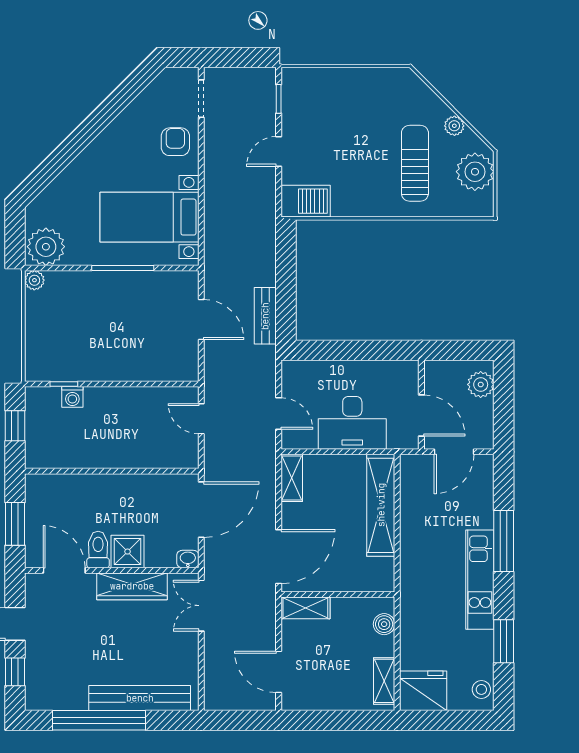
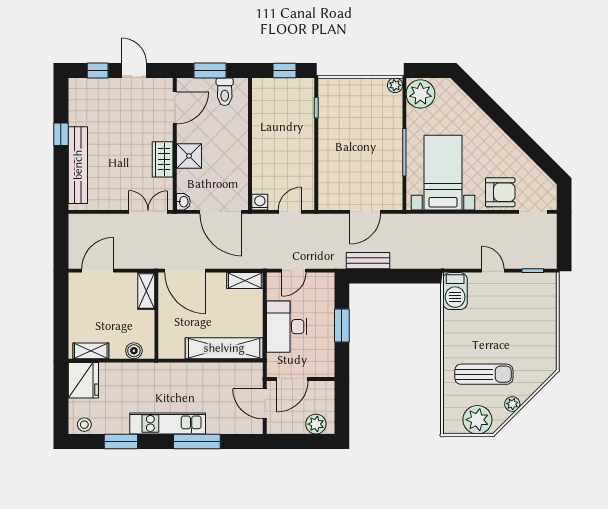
armchair: (175, 142) -> (500, 192), width x1.38, depth x1.38
window: (351, 350) -> (342, 326), added
washing machine: (72, 397) -> (260, 202), moved, turned 90
toilet: (98, 550) -> (225, 92), moved, turned 90
wardrobe: (132, 586) -> (163, 159), width x0.67
window: (99, 720) -> (61, 134), width x0.32

